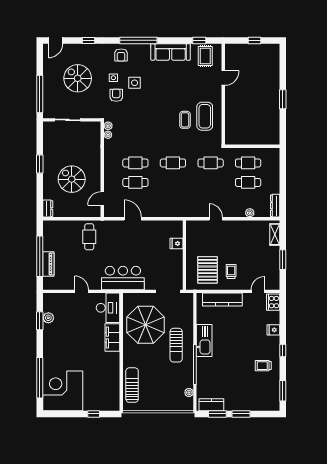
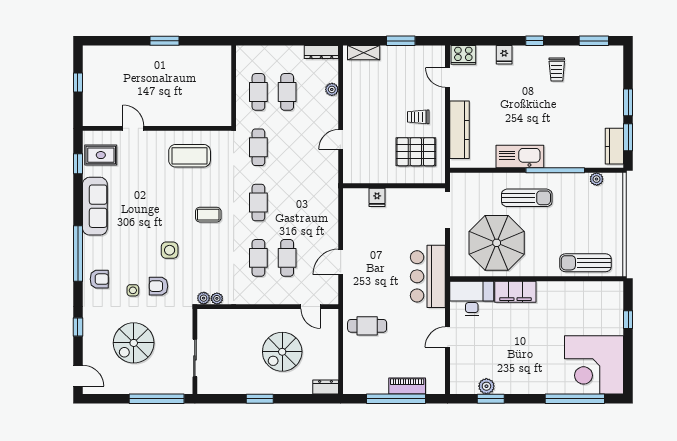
side table: (135, 83) -> (170, 250), moved
coffee table: (185, 120) -> (208, 215), moved

